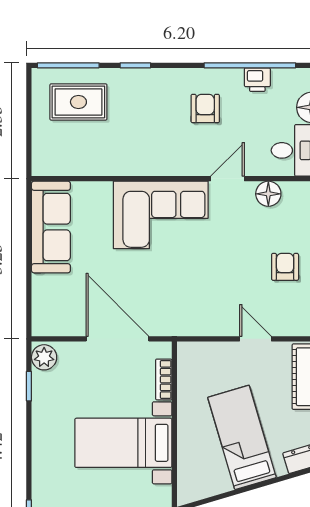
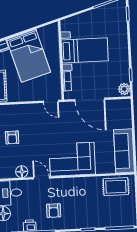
rug: (78, 102) -> (116, 187), moved
door: (228, 179) -> (41, 178), swing flipped
door: (256, 339) -> (51, 101), moved
bed: (242, 437) -> (29, 56), width x1.50

